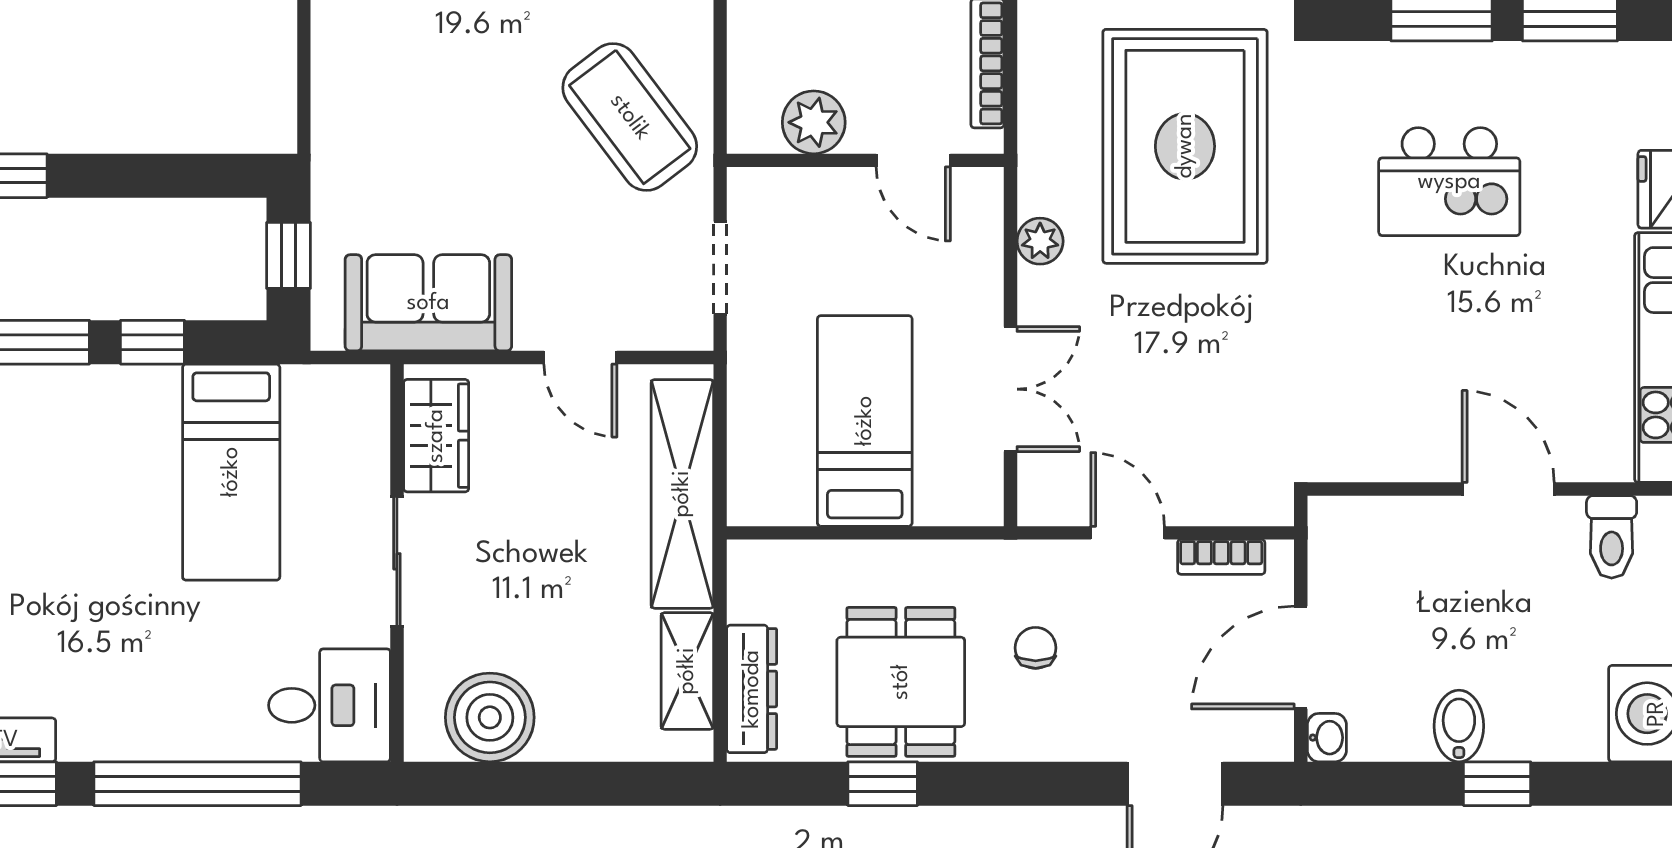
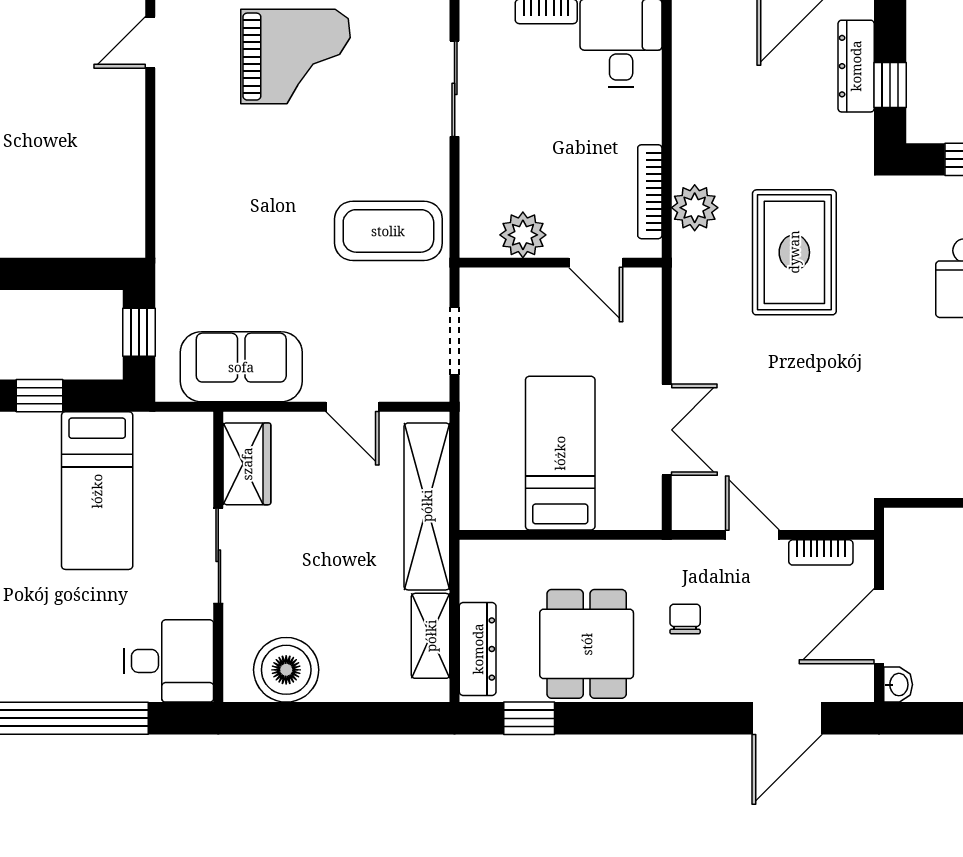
coffee table: (630, 117) -> (388, 231), turned -53
rug: (1185, 146) -> (794, 252), width x0.73, depth x0.69
plant: (1040, 241) -> (695, 208), moved, width x1.38, depth x1.38
window: (883, 784) -> (529, 718), moved

